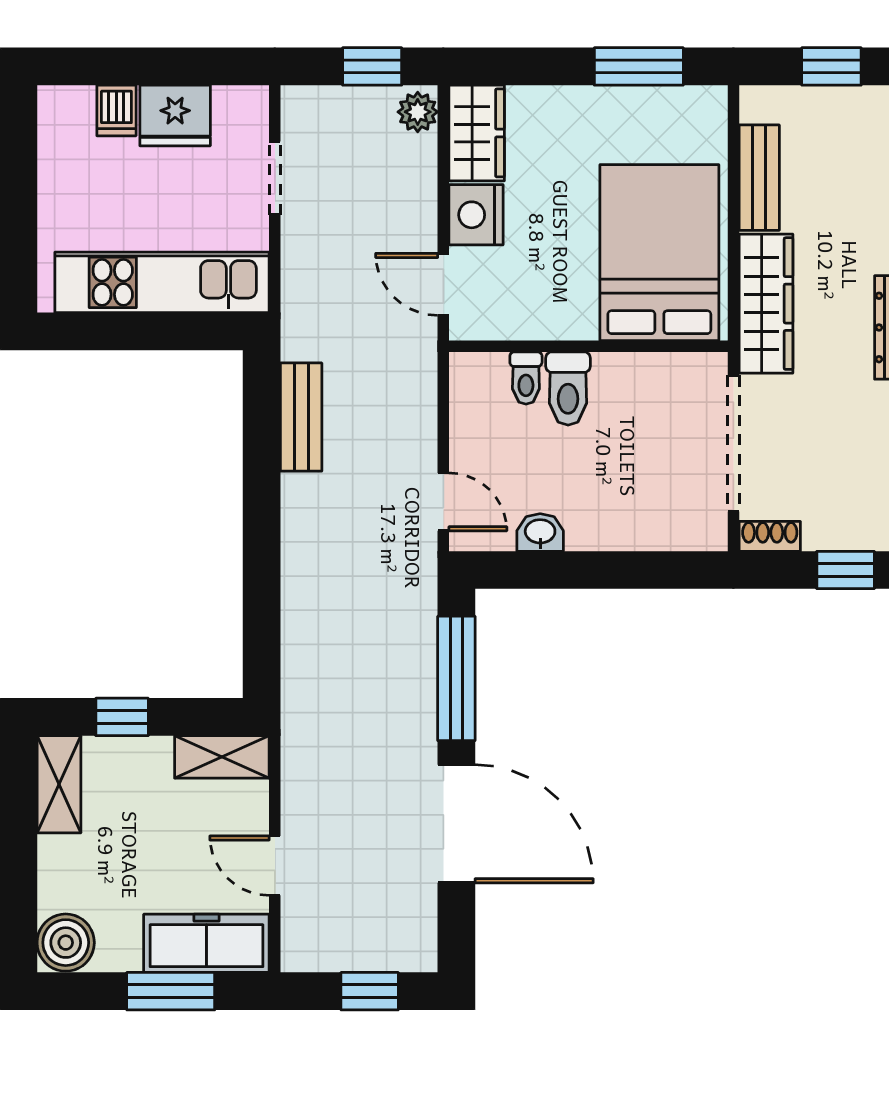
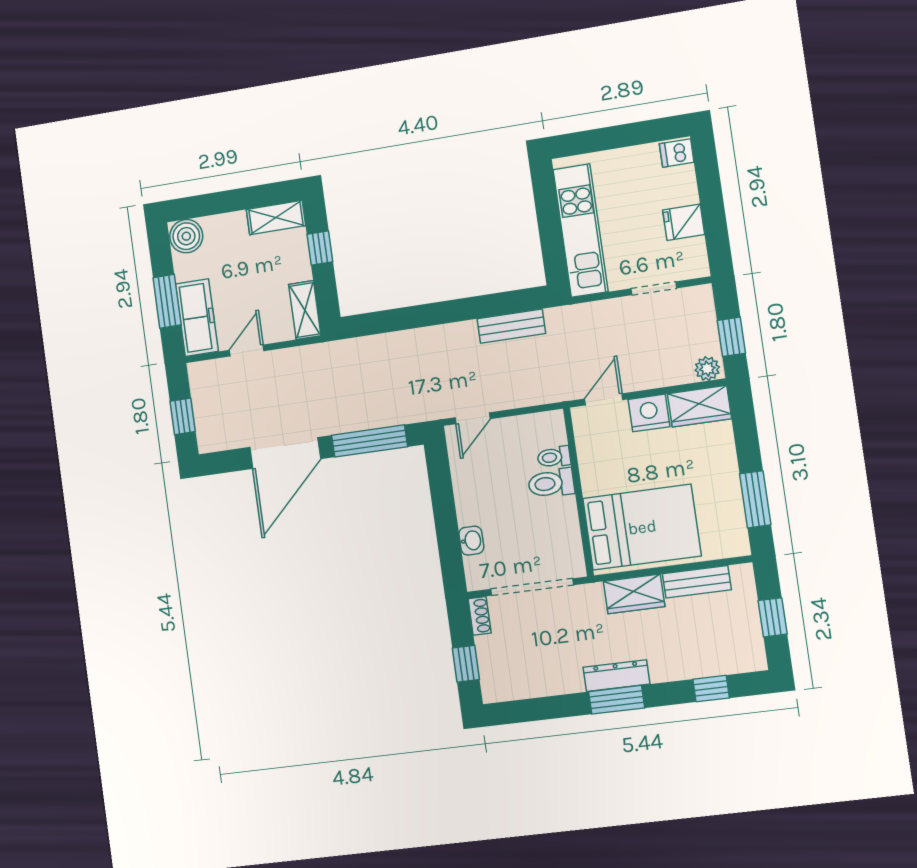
dishwasher: (116, 110) -> (677, 153), moved
fridge: (175, 115) -> (684, 222), width x0.72
wardrobe: (766, 304) -> (634, 594), width x0.67
washbasin: (540, 532) -> (471, 541), moved

